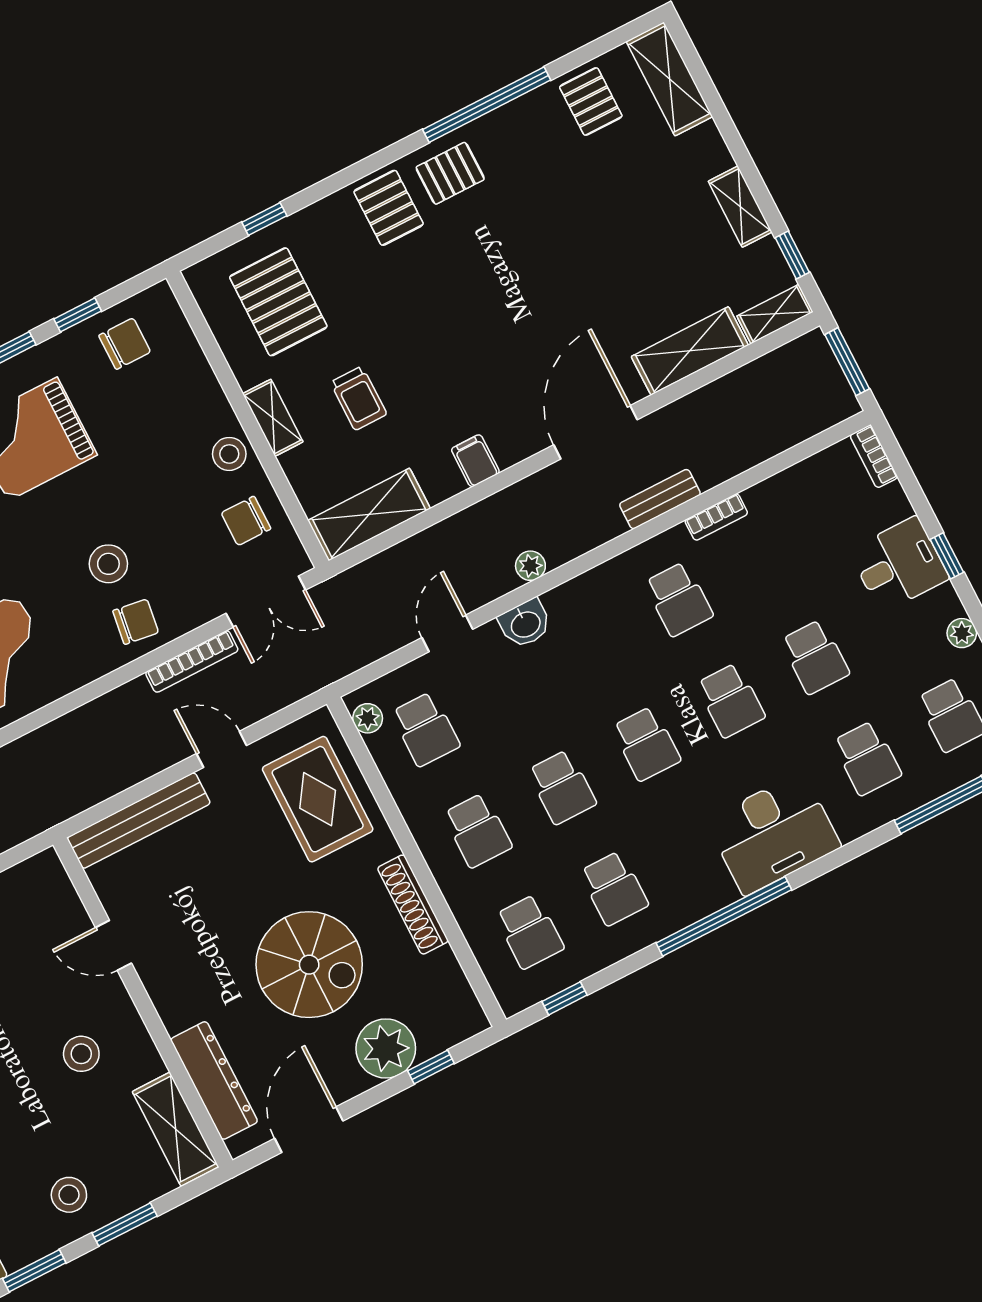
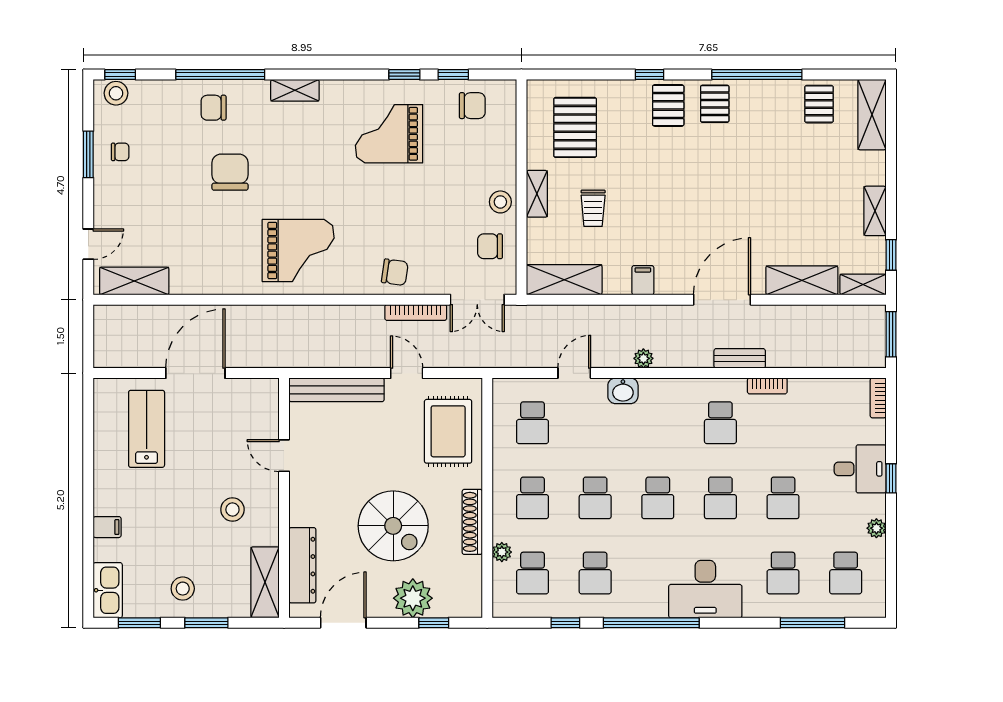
pallet: (450, 173) -> (715, 104), turned 90
window: (264, 219) -> (650, 75), moved
stool: (108, 564) -> (396, 230), removed
plant: (368, 718) -> (502, 552), moved
window: (565, 998) -> (565, 623), moved

